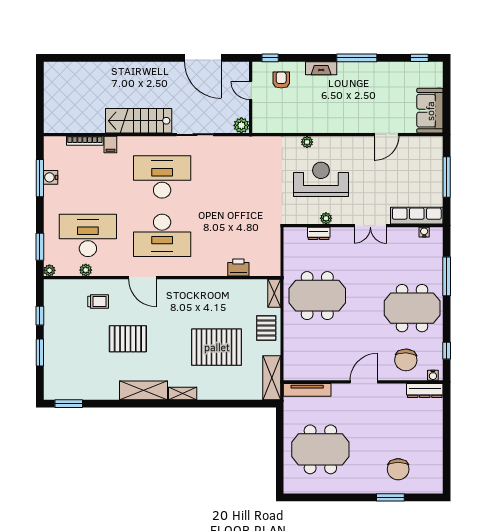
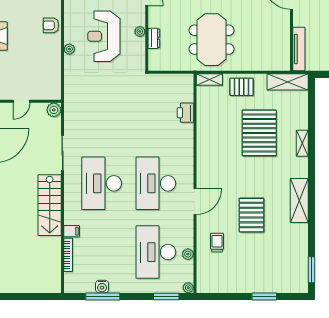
armchair: (281, 80) -> (51, 25), moved
desk: (162, 235) -> (156, 183), turned 180
window: (40, 316) -> (230, 296), removed
shelving: (183, 393) -> (302, 143), moved

